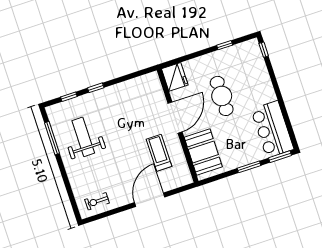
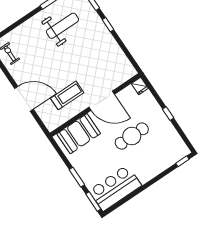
window: (225, 45) -> (168, 114), moved
fridge: (175, 77) -> (140, 86), width x0.53, depth x0.75

